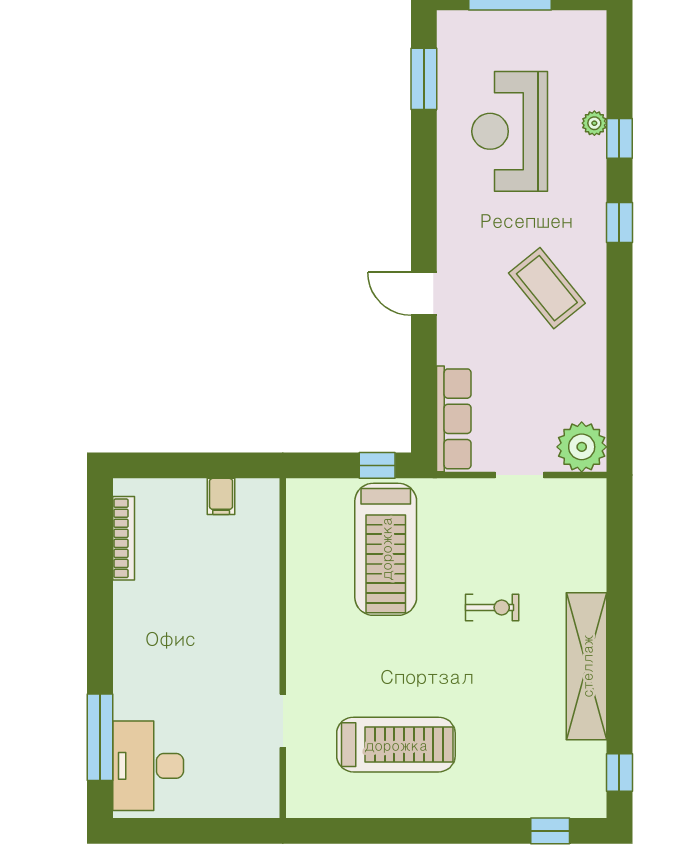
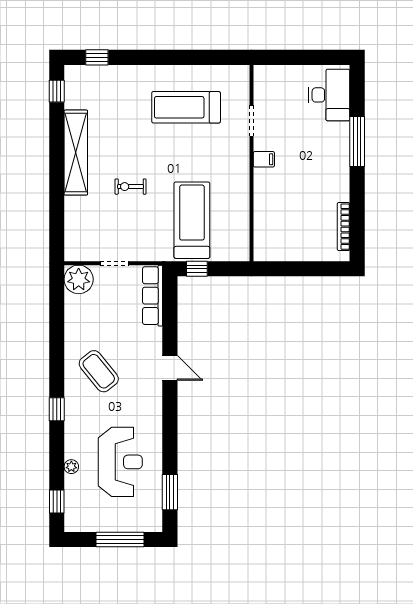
window: (619, 138) -> (57, 501), moved
filing cabinet: (221, 496) -> (264, 159), moved, turned 90
window: (100, 737) -> (357, 142), moved

